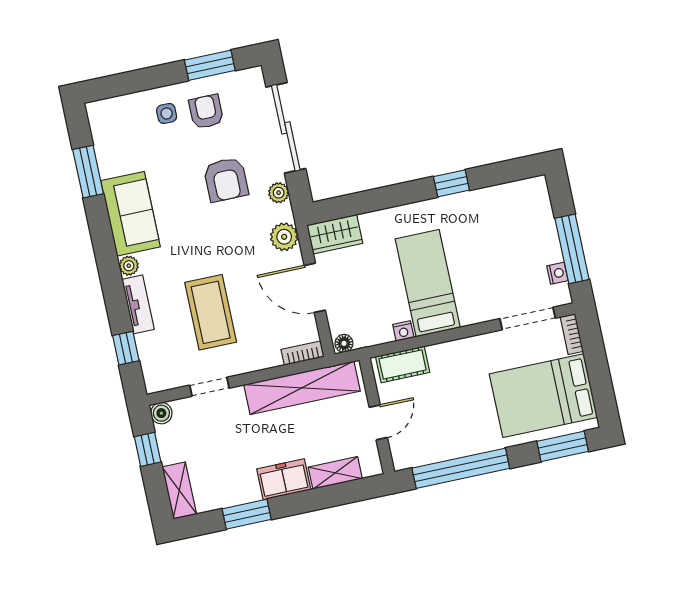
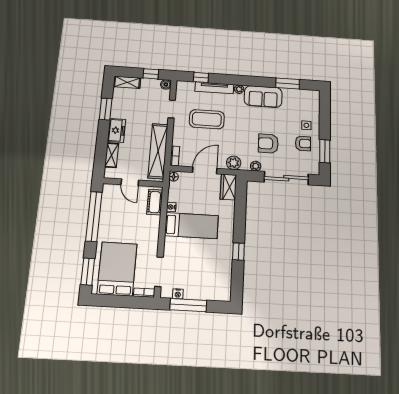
tv unit: (138, 304) -> (214, 88), width x1.41

